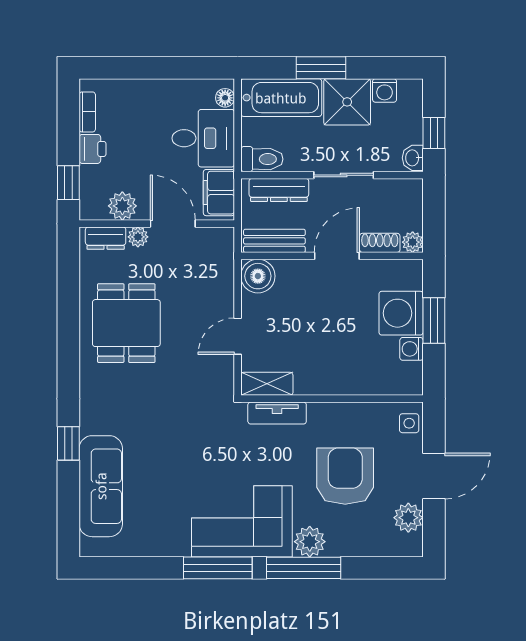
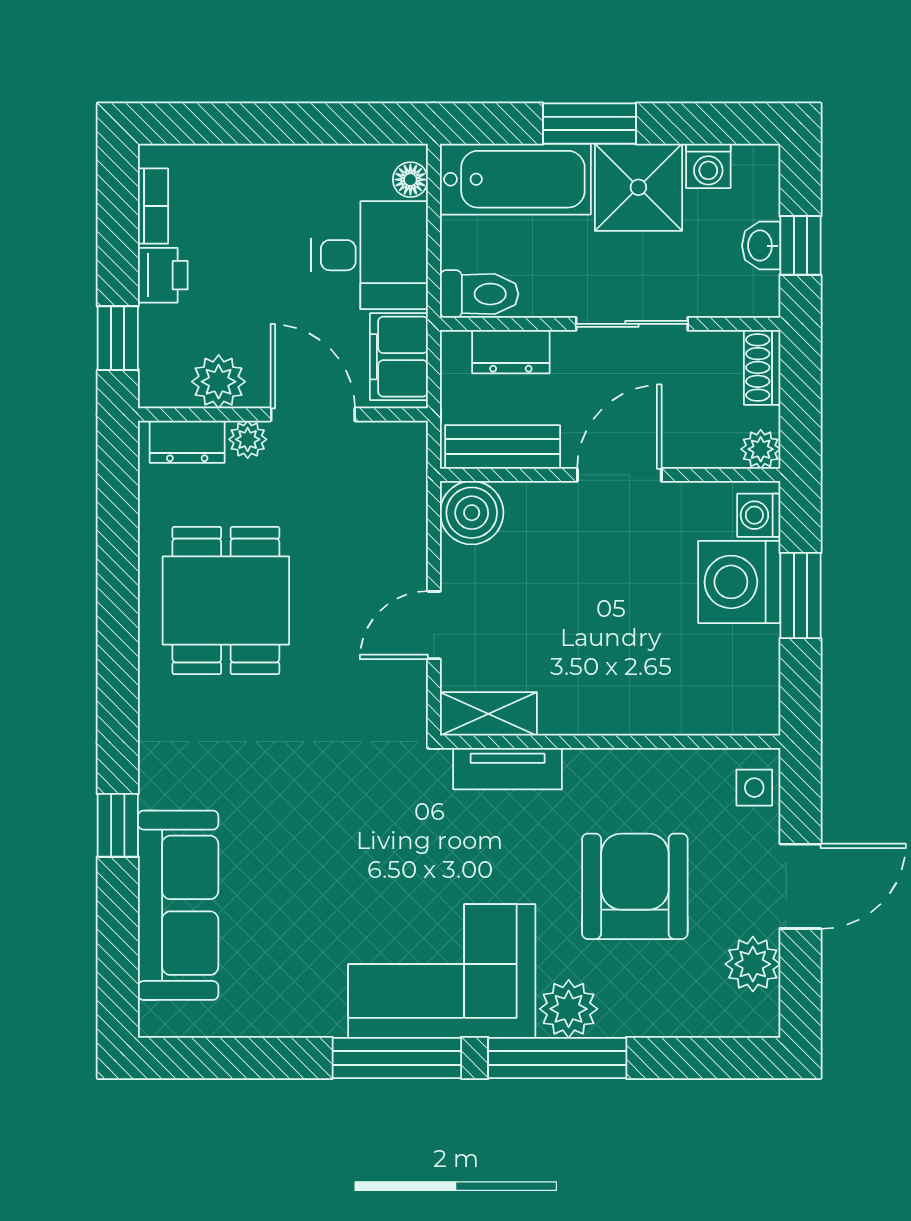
washbasin: (413, 158) -> (761, 246), moved
dresser: (279, 190) -> (511, 352), width x0.70
shoe rack: (380, 243) -> (762, 367), moved, turned -90
washing machine: (412, 349) -> (759, 515), moved

